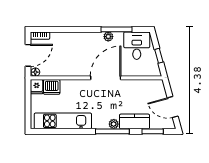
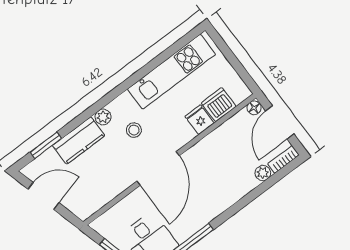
plant: (108, 37) -> (263, 173), moved
fridge: (37, 87) -> (200, 120), moved
stool: (103, 106) -> (134, 130), added
window: (112, 131) -> (98, 106), removed

